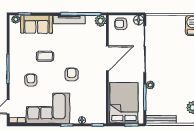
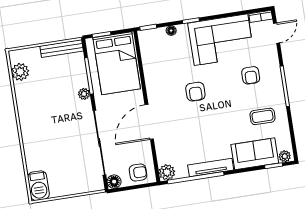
coffee table: (45, 56) -> (263, 116), moved

